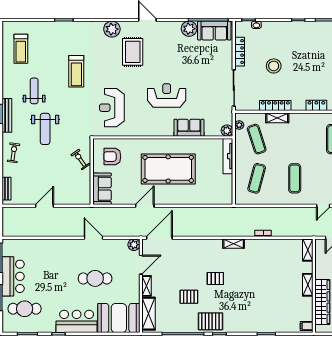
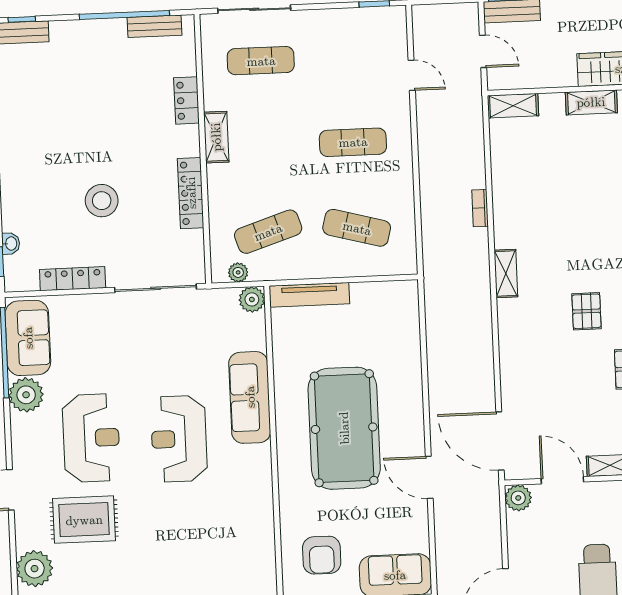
reception desk: (112, 108) -> (91, 438), moved, turned -90
shelving: (277, 118) -> (216, 137), moved
sofa: (189, 128) -> (250, 397), width x1.36

